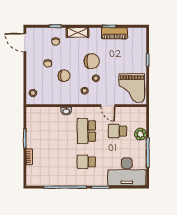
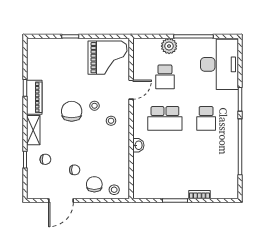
piano: (114, 33) -> (34, 97), moved
door: (25, 43) -> (61, 200), moved
chair: (64, 76) -> (94, 184), moved

